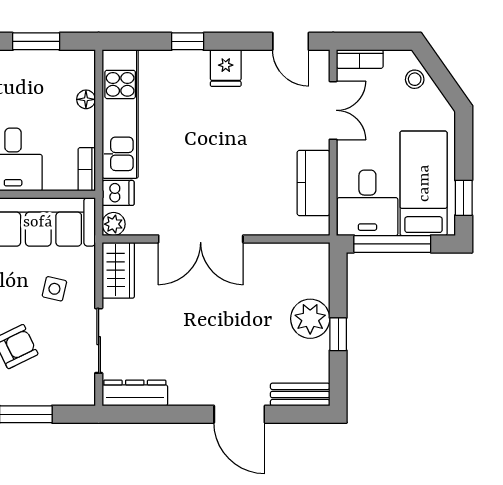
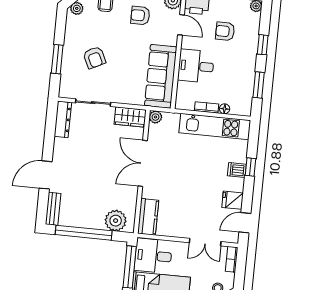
fridge: (226, 68) -> (233, 200), moved
bookcase: (87, 169) -> (207, 107), moved
kitchen counter: (313, 183) -> (148, 217), moved, turned 90
dishwasher: (118, 193) -> (237, 170), moved, turned 90
side table: (54, 289) -> (124, 81), removed
plant: (310, 319) -> (116, 221), moved
window: (338, 334) -> (84, 233), width x3.17

